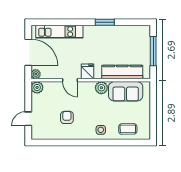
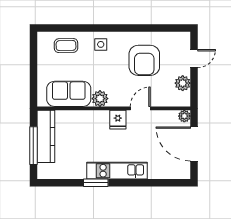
kitchen unit: (59, 32) -> (117, 171), moved
kitchen counter: (122, 72) -> (46, 136), moved, turned -90
door: (70, 80) -> (140, 108), hinge flipped
plant: (37, 87) -> (183, 83), moved
armchair: (67, 117) -> (144, 60), width x1.88, depth x1.88

